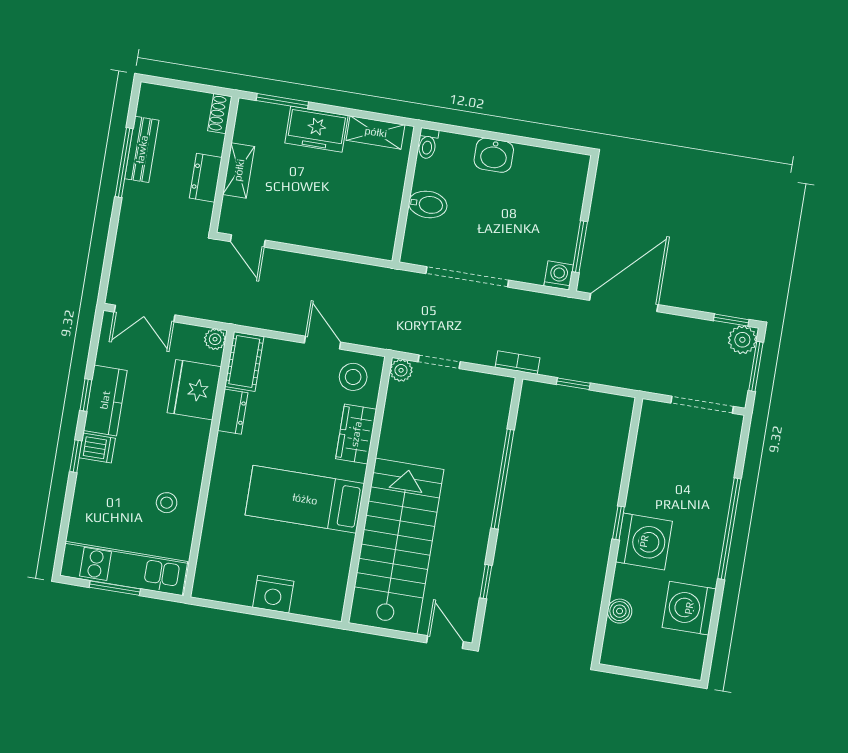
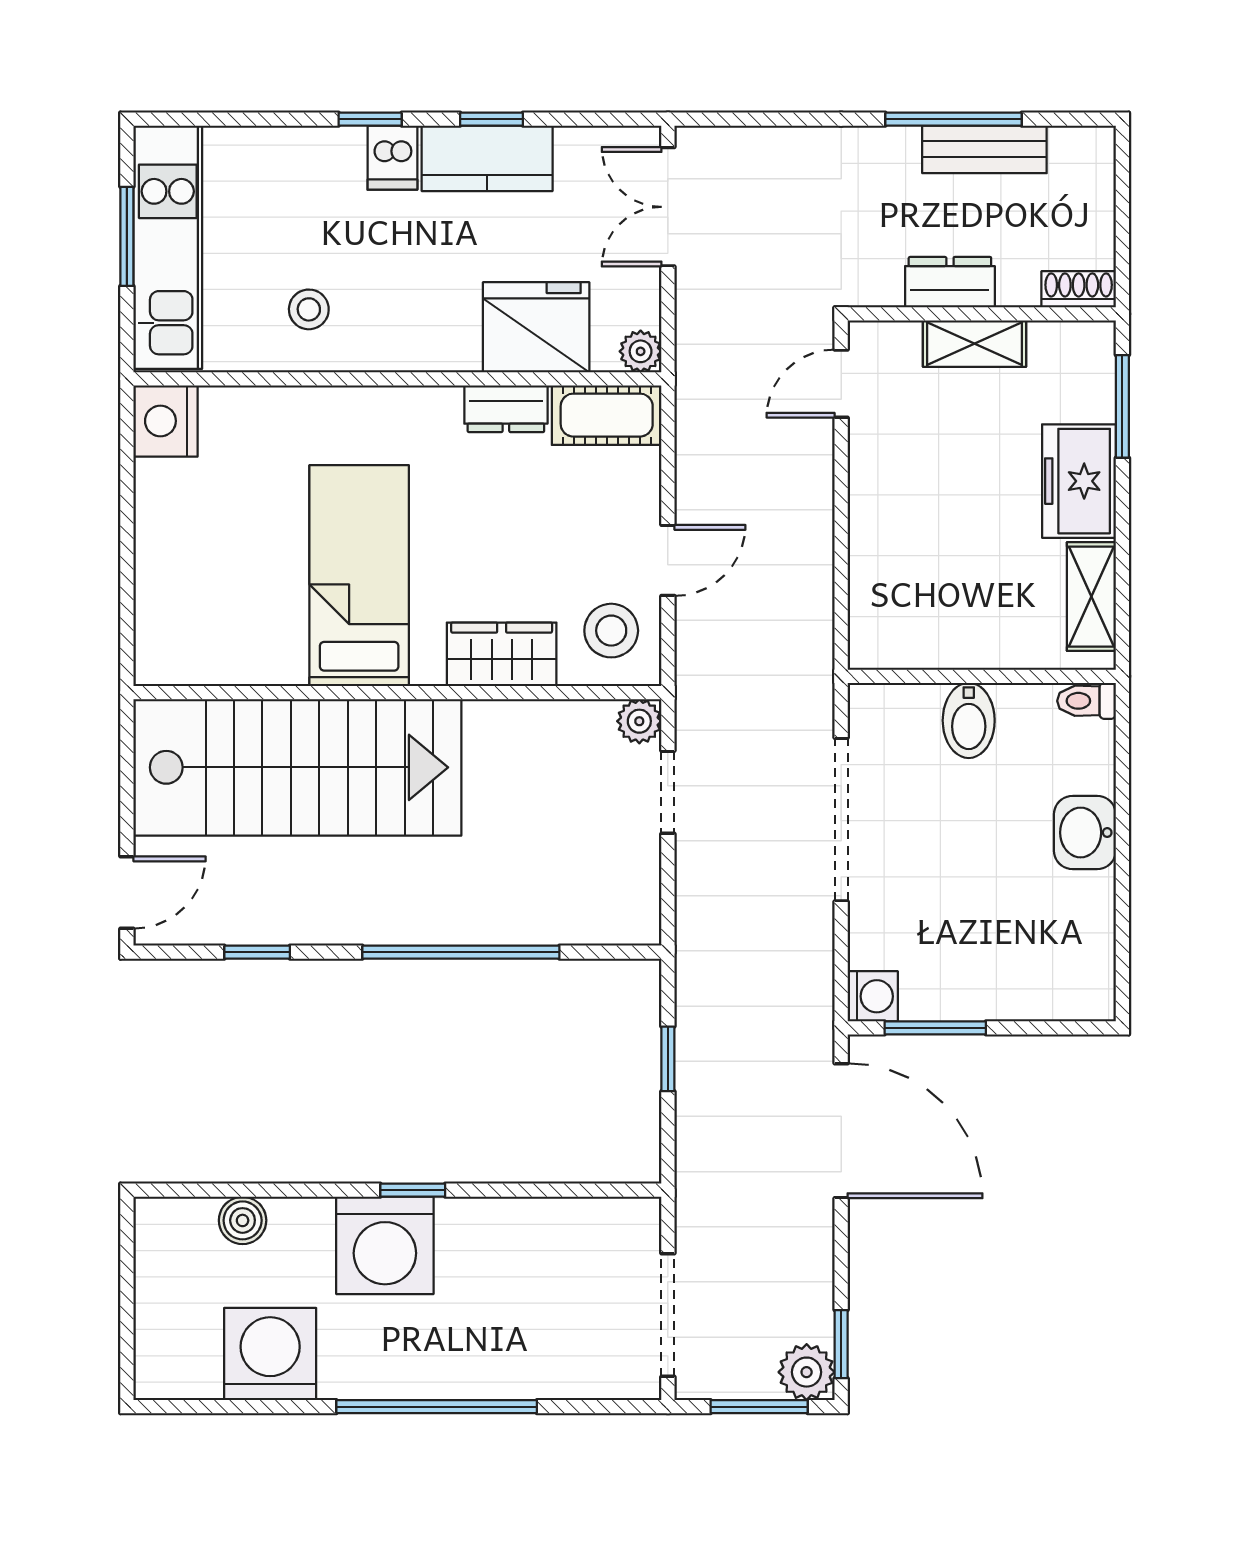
bookcase: (517, 363) -> (691, 944), removed
nightstand: (273, 594) -> (166, 421), moved

